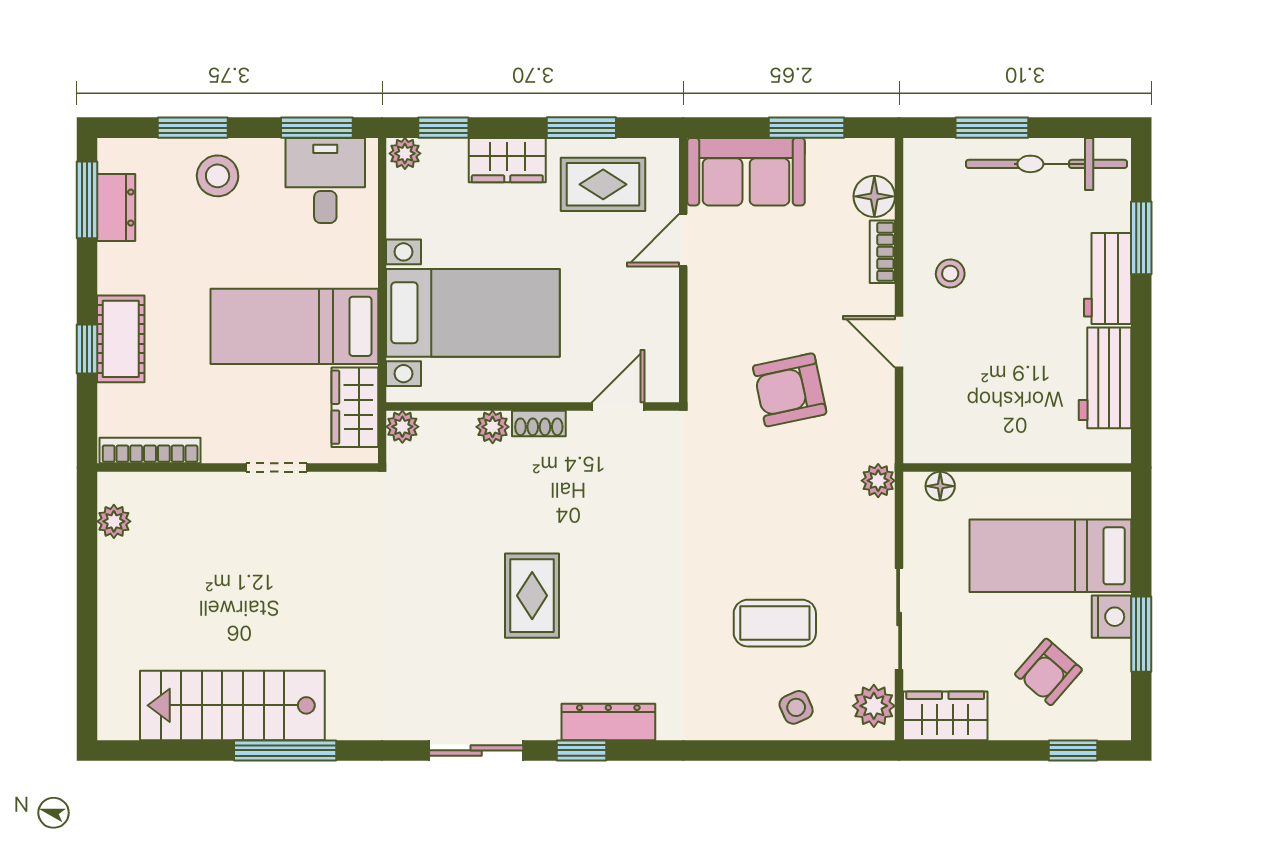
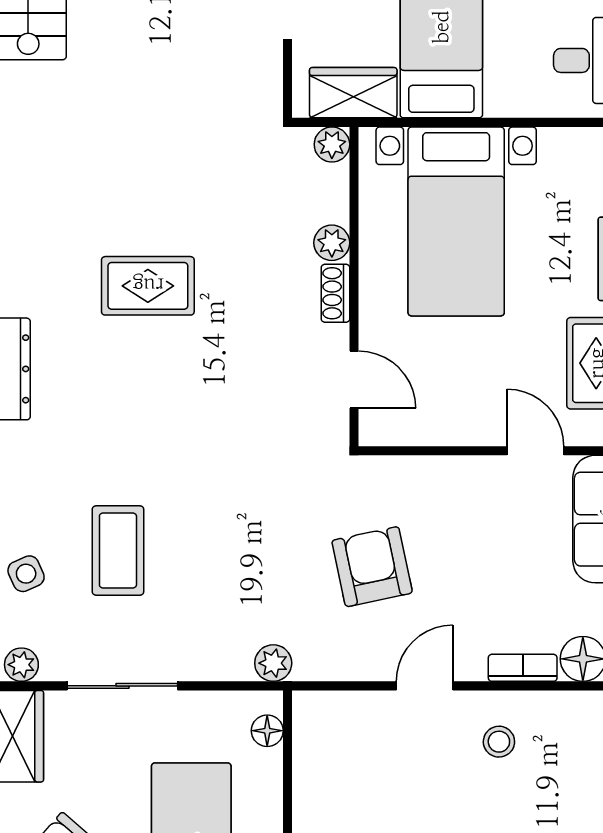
plant: (874, 706) -> (21, 665), width x0.73, depth x0.73

